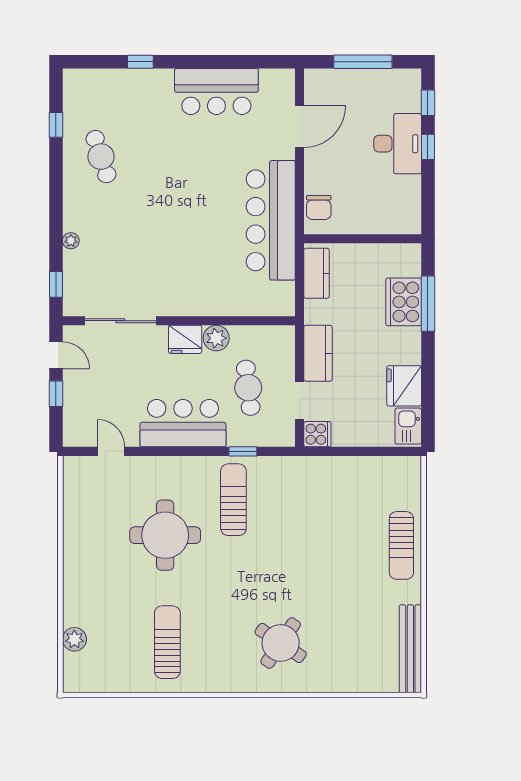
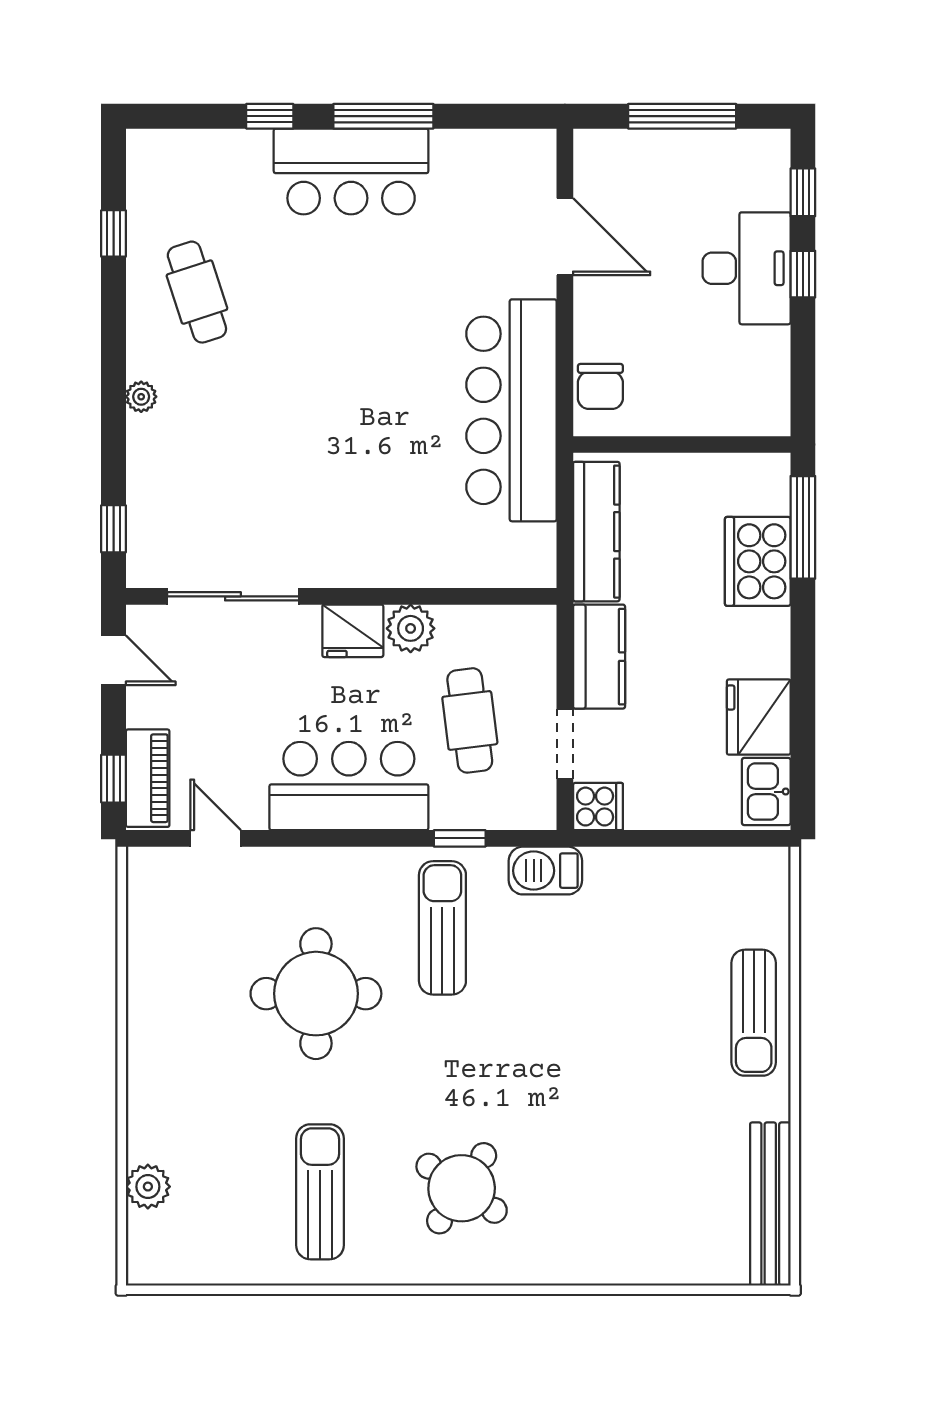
window: (202, 62) -> (383, 116), added
bar counter: (216, 91) -> (351, 171), moved
door: (300, 127) -> (565, 237), hinge flipped
plant: (71, 241) -> (141, 397), moved
kitchen counter: (317, 273) -> (596, 532), width x1.50
window: (428, 304) -> (803, 527), moved
window: (56, 394) -> (114, 779), moved
piano: (74, 419) -> (148, 778), added
barbecue: (289, 469) -> (545, 871), added
round table: (281, 643) -> (462, 1188), moved

